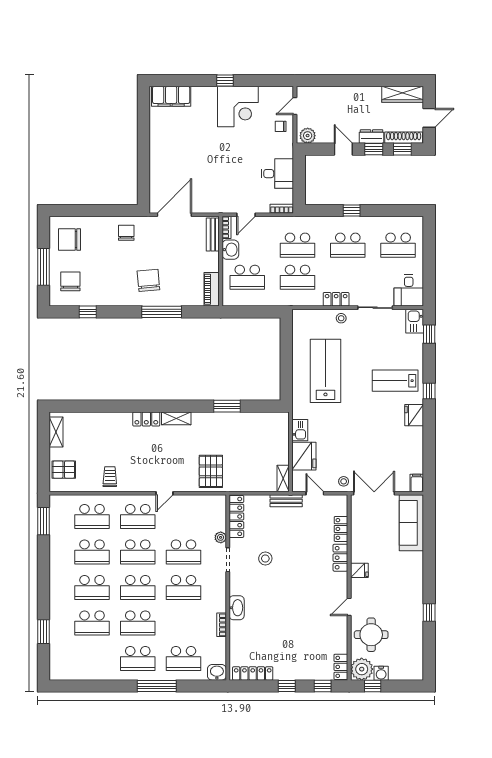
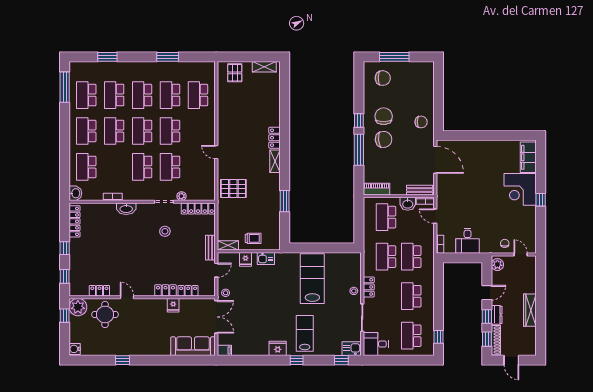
wardrobe: (403, 94) -> (530, 310), moved
corner desk: (238, 107) -> (520, 189), moved
window: (352, 210) -> (439, 337), moved
chair: (70, 239) -> (384, 116), moved
window: (88, 312) -> (359, 120), moved
lab bench: (325, 371) -> (312, 279), turned -90
fridge: (304, 456) -> (245, 259), width x0.53, depth x0.75
trolley: (110, 477) -> (253, 238), moved
school desk: (138, 516) -> (86, 95), moved
window: (44, 521) -> (168, 57), moved
fridge: (359, 570) -> (173, 305), moved
locker: (341, 667) -> (99, 291), moved
water cooler: (381, 673) -> (75, 349), moved
window: (157, 686) -> (65, 87), moved

